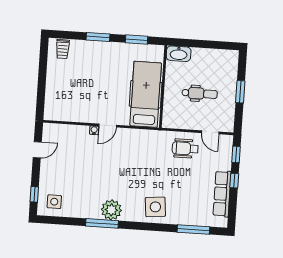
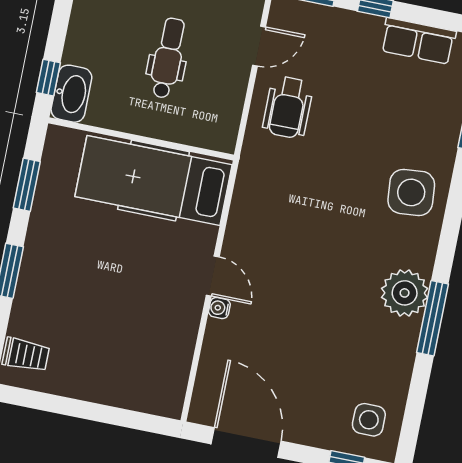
window: (184, 43) -> (48, 78), added
door: (37, 150) -> (246, 442), width x1.88
row of seats: (222, 194) -> (418, 41), width x0.68

